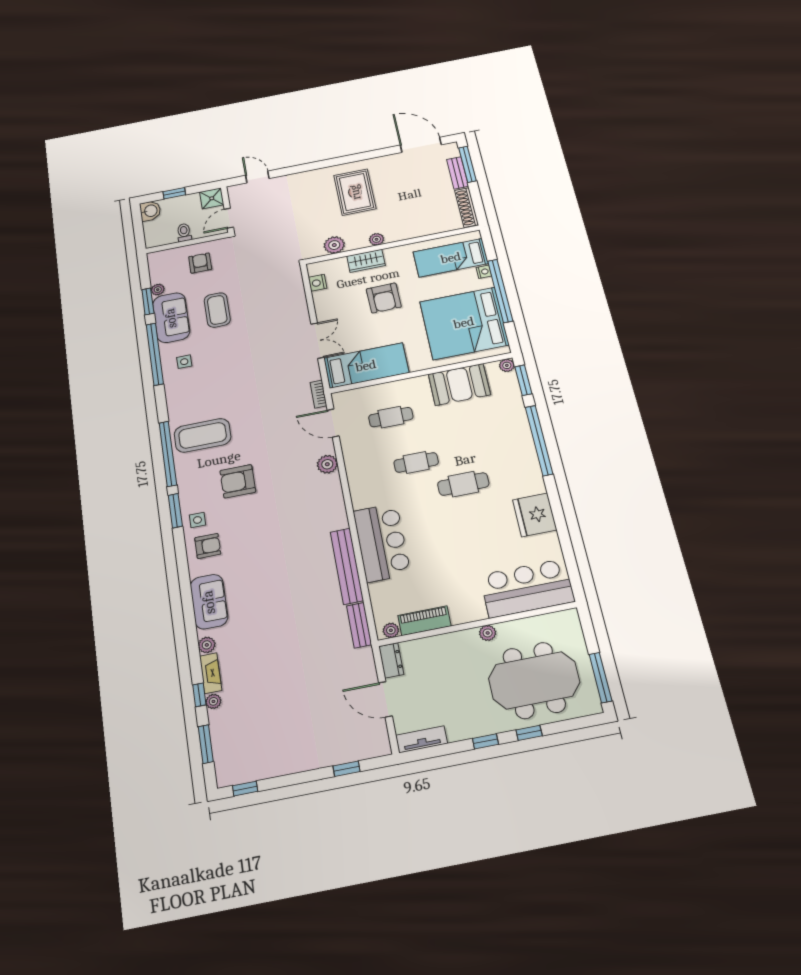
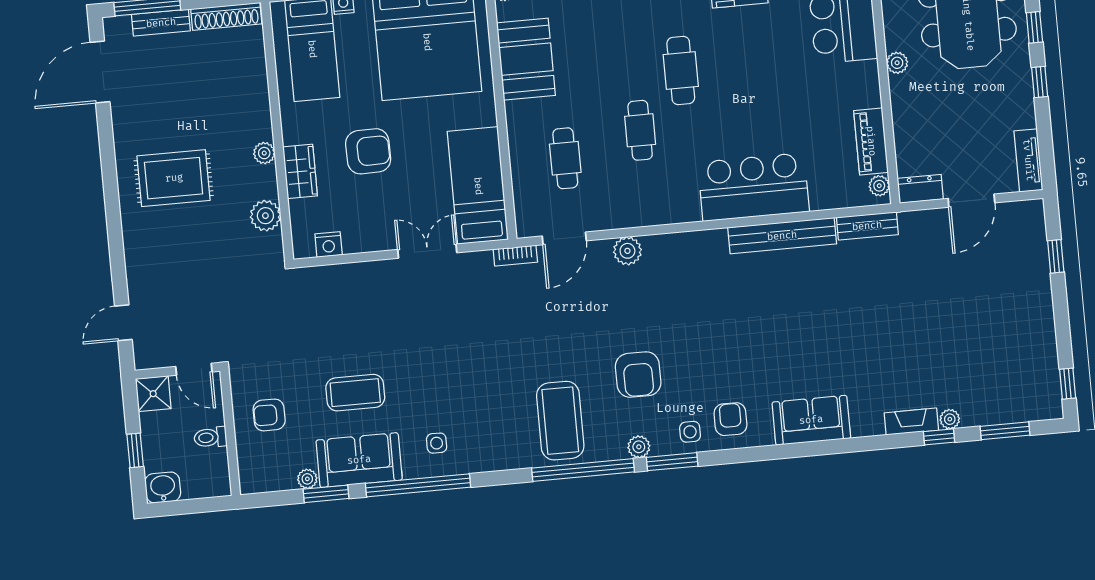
plant: (207, 645) -> (639, 447), moved

